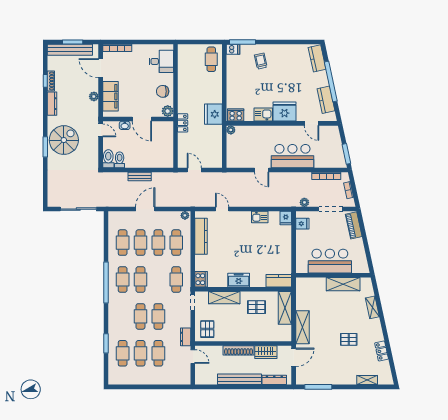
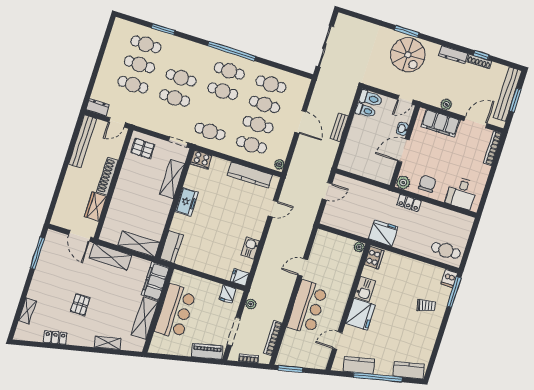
locker: (183, 123) -> (409, 203), moved
filing cabinet: (311, 285) -> (155, 281), added
pallet: (256, 307) -> (150, 212), removed
dresser: (186, 337) -> (98, 107), moved
bench: (239, 379) -> (83, 141), moved
dresser: (274, 380) -> (61, 206), removed

